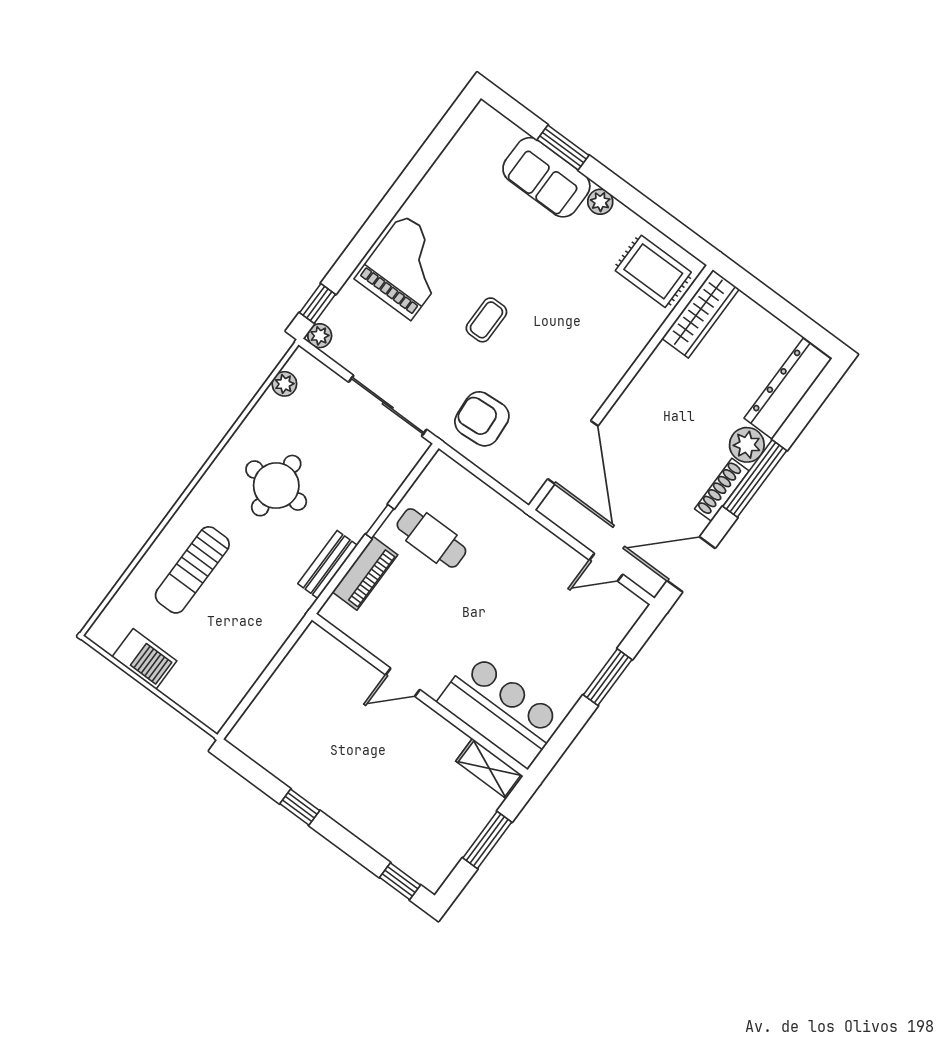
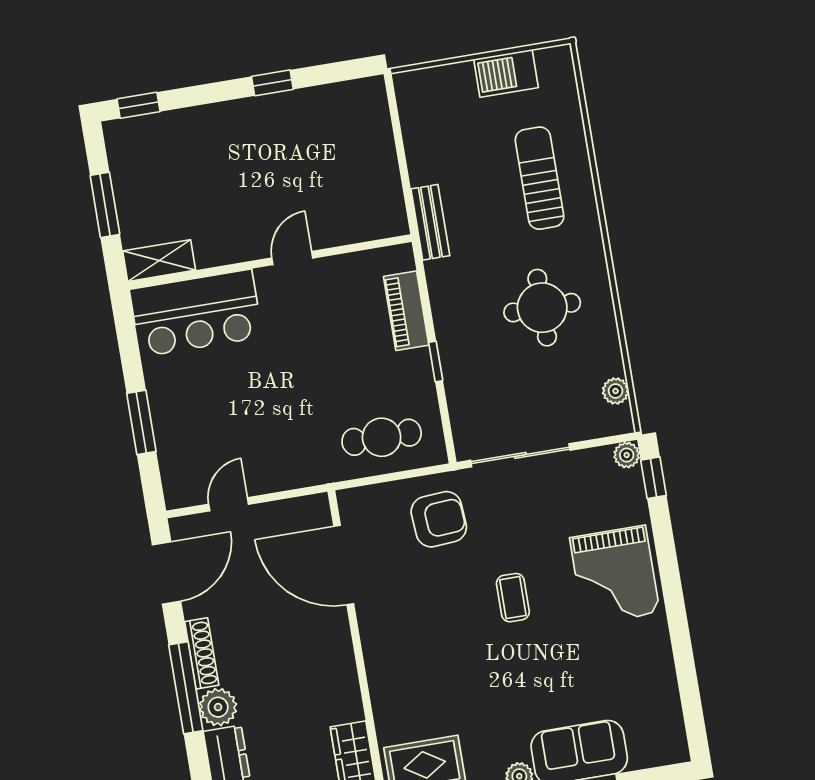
cafe table: (431, 538) -> (382, 437), moved
bench: (328, 565) -> (430, 222), moved

